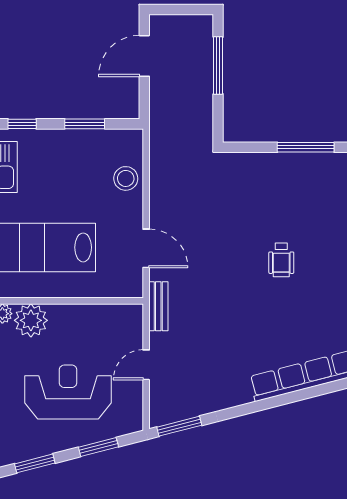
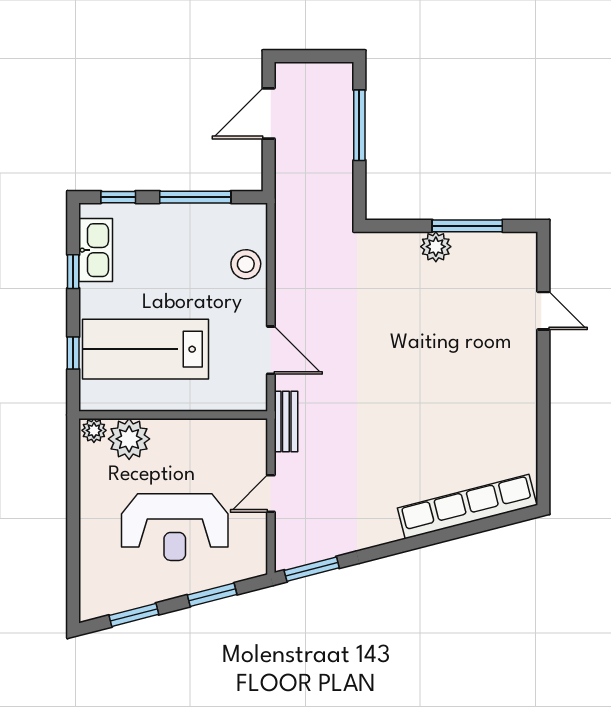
window: (85, 124) -> (195, 197), width x1.44
plant: (280, 164) -> (436, 247), added
wheelchair: (281, 260) -> (437, 364), removed
reception desk: (68, 392) -> (175, 527), turned 180

